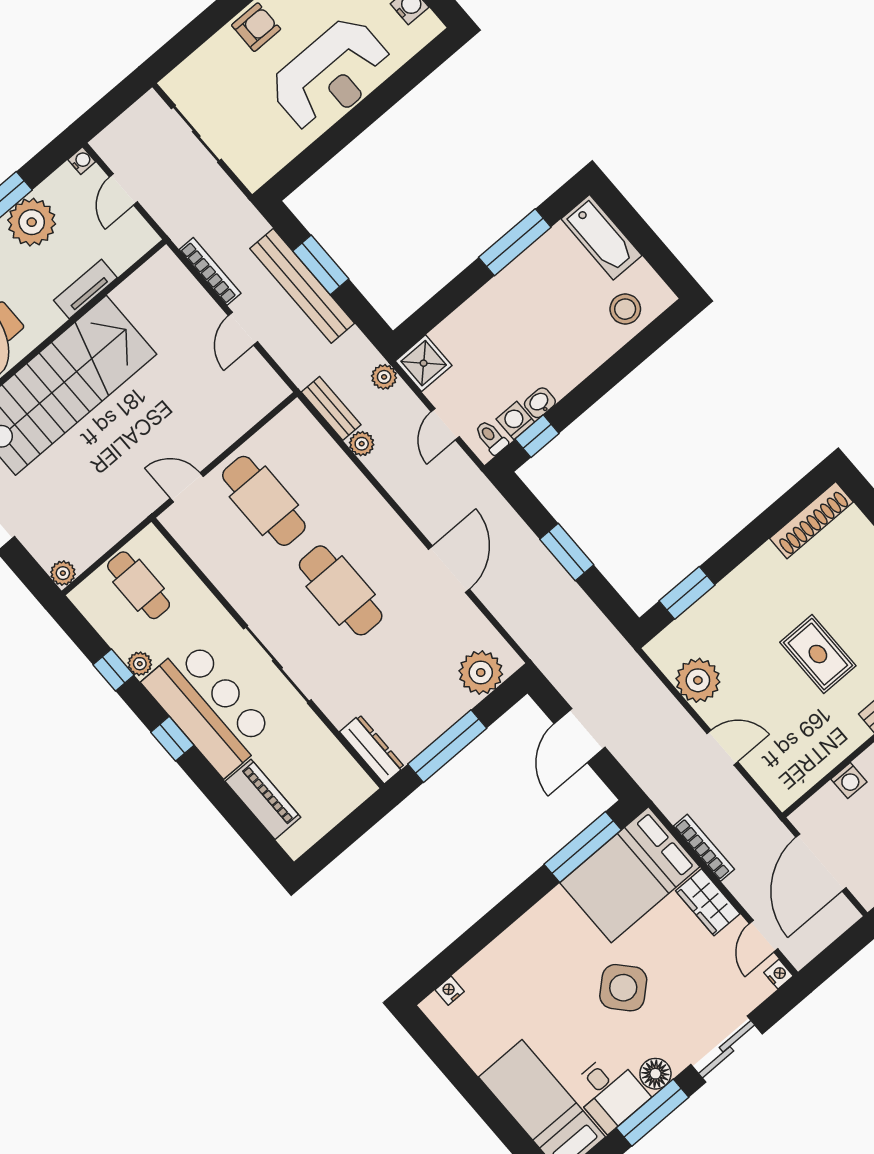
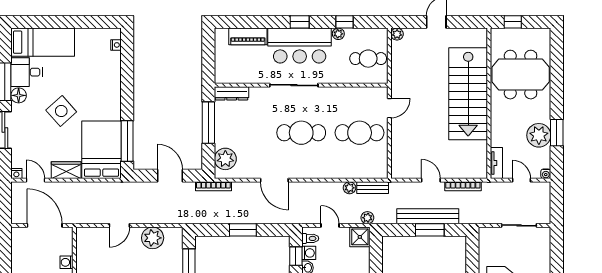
tv unit: (85, 289) -> (496, 163), moved
bookcase: (704, 848) -> (213, 186), moved

